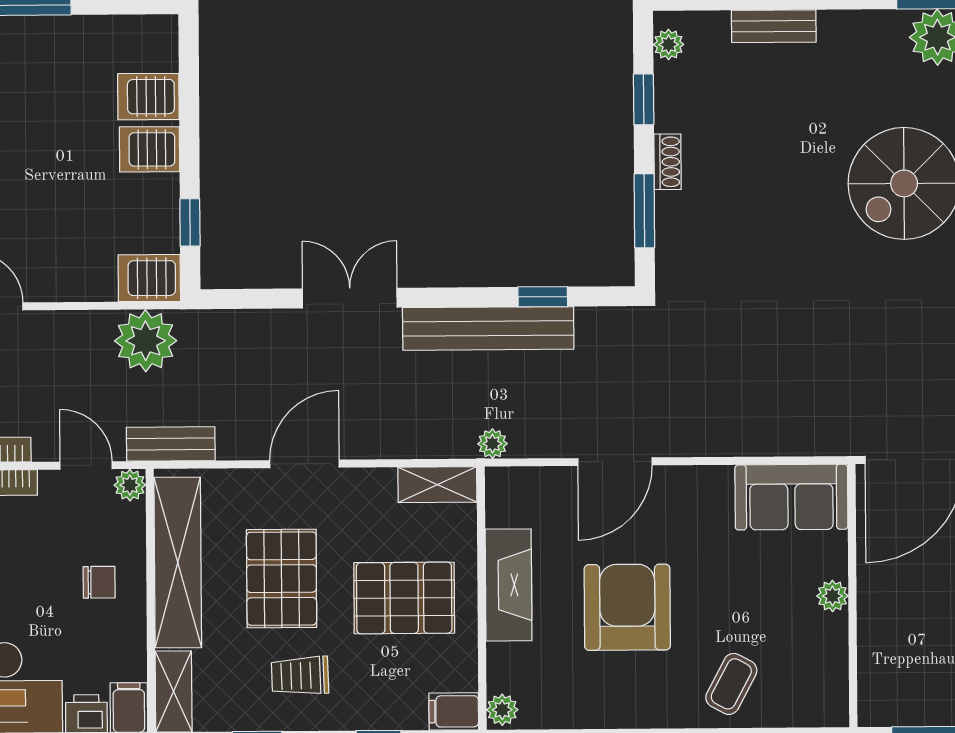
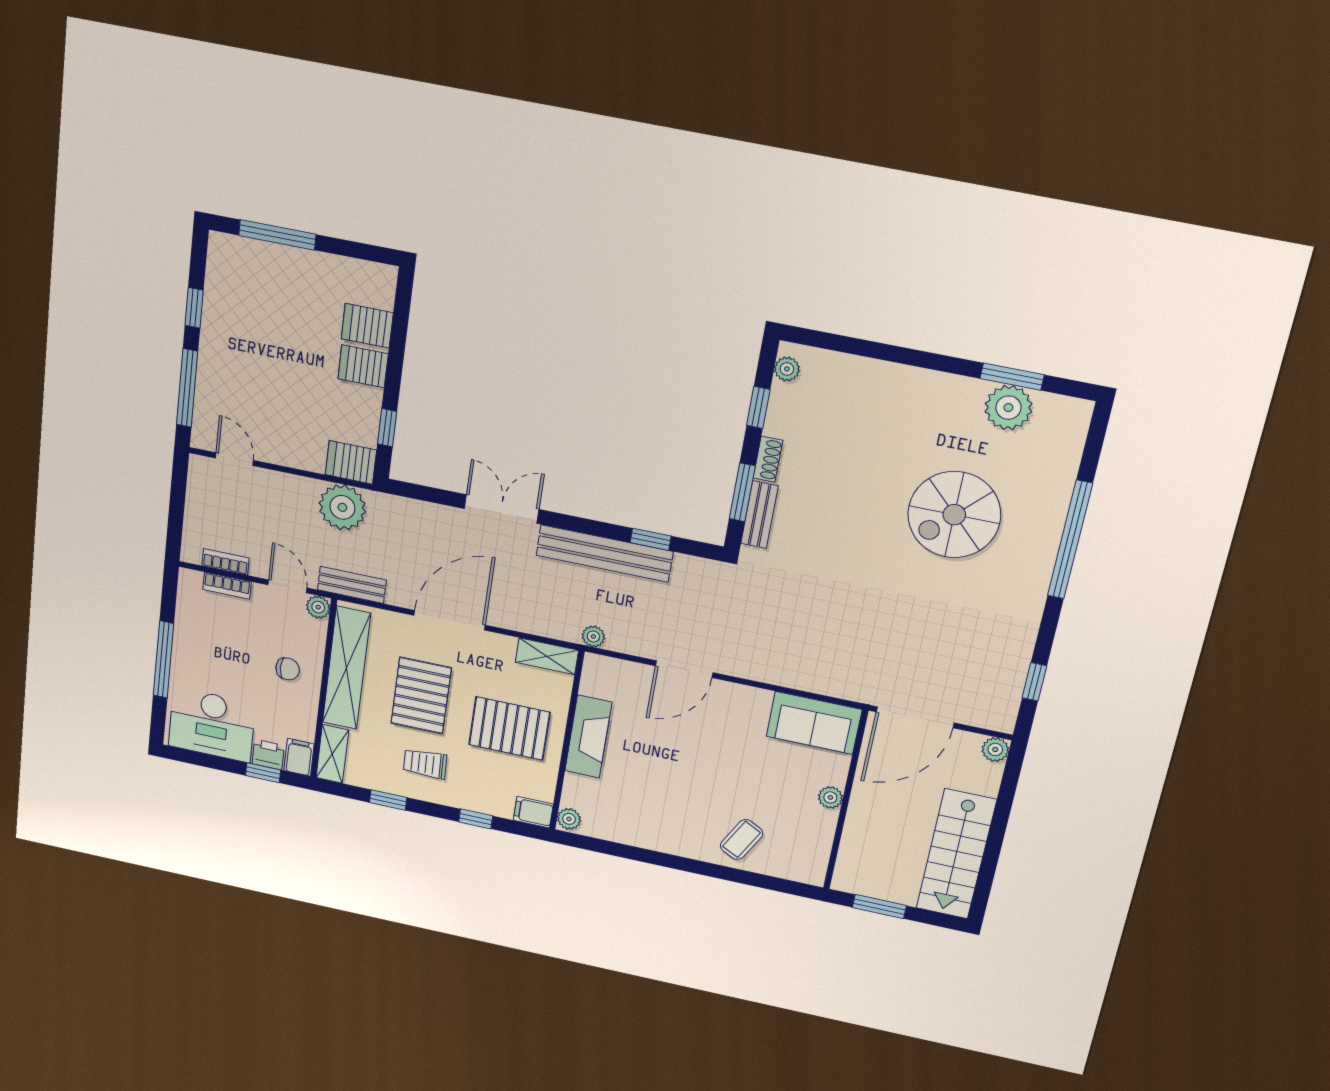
bench: (774, 26) -> (759, 515), moved, turned 90
door: (304, 464) -> (450, 620), width x1.36
armchair: (627, 607) -> (674, 771), removed

